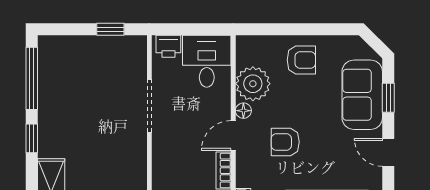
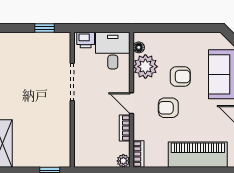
armchair: (301, 60) -> (180, 77), moved
floor lamp: (243, 111) -> (139, 47), moved
door: (233, 136) -> (132, 103), hinge flipped

